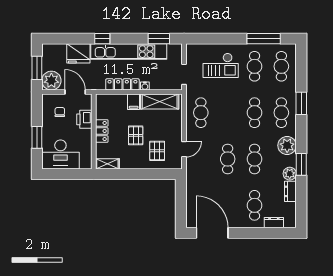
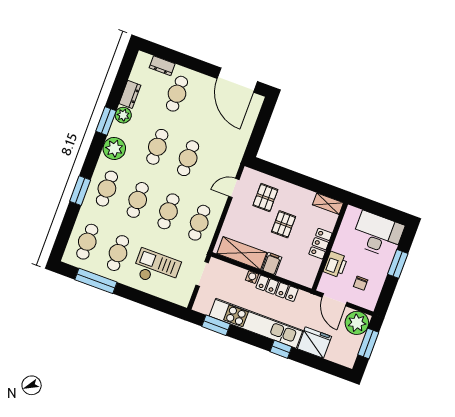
cafe table: (228, 113) -> (168, 211), added

